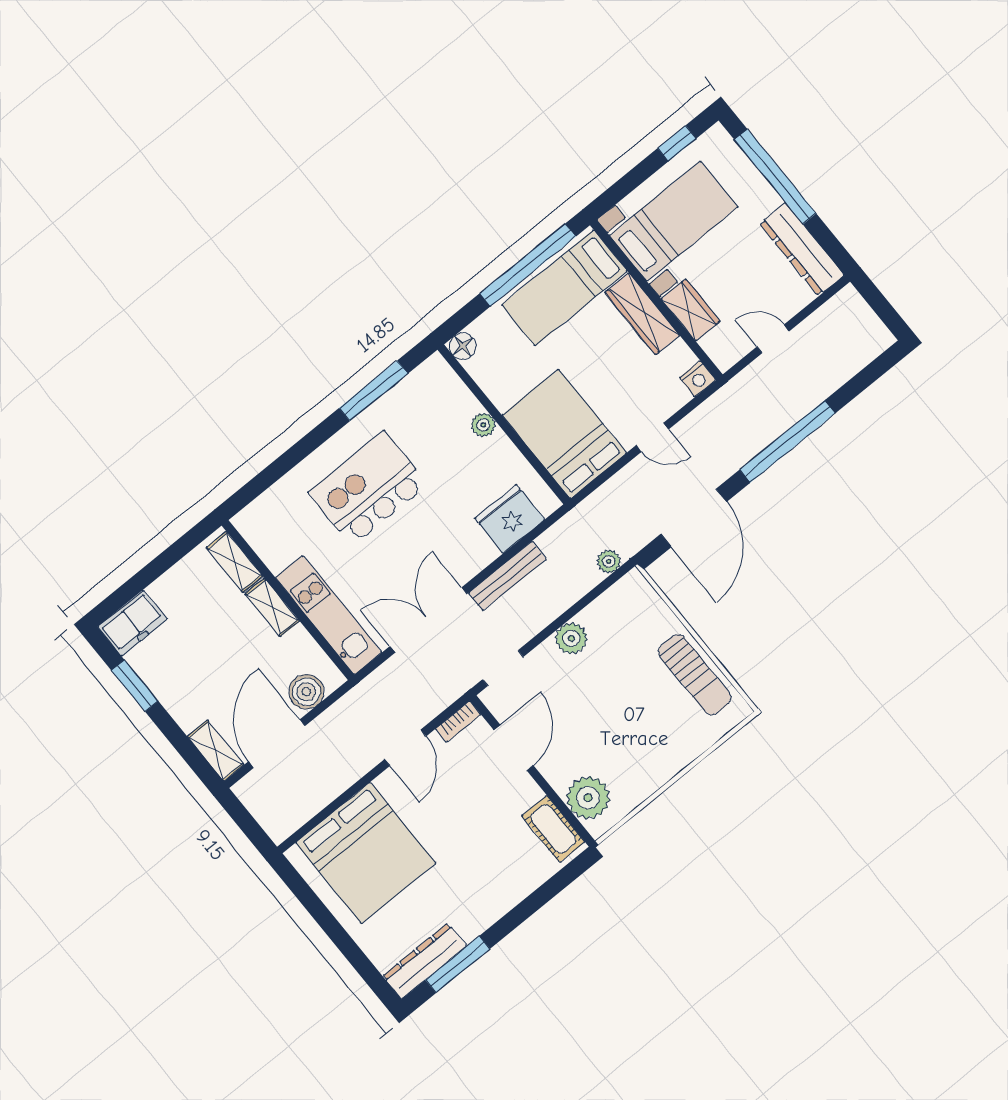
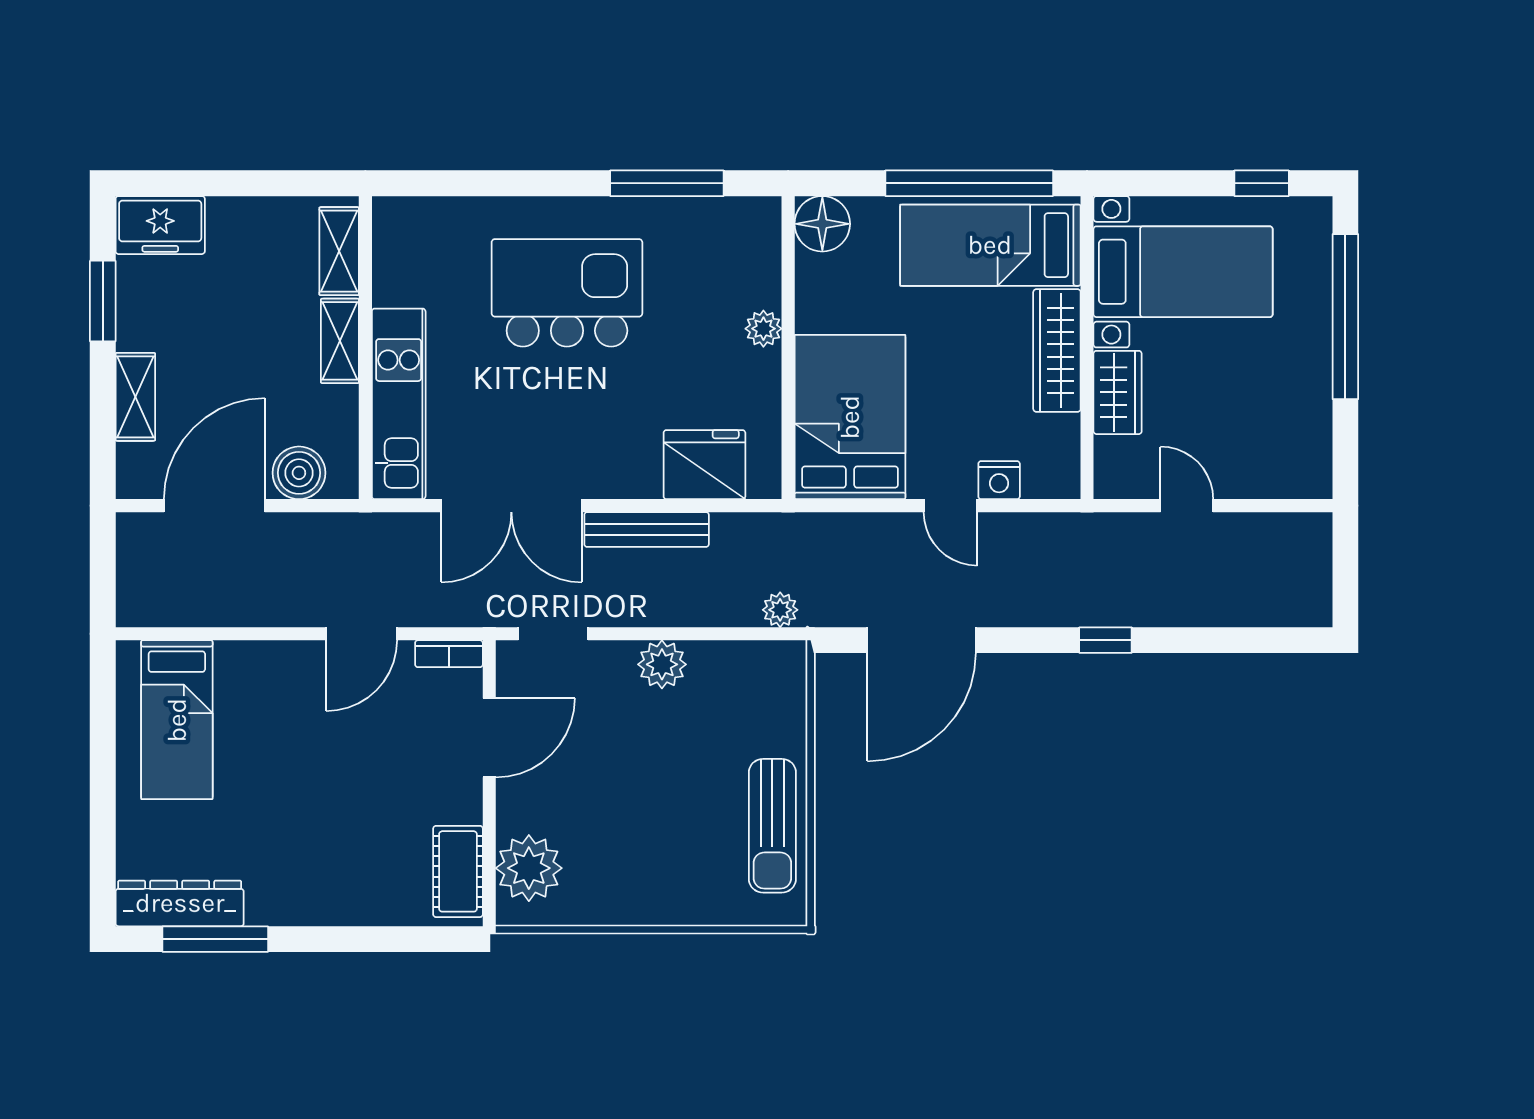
dresser: (802, 249) -> (1307, 428), removed
floor lamp: (463, 346) -> (822, 224), width x1.38, depth x1.38
nightstand: (698, 379) -> (999, 480), moved
window: (787, 441) -> (1105, 640), width x0.32
double door: (428, 620) -> (511, 506), swing flipped
shelving: (216, 751) -> (135, 397), moved
bed: (366, 853) -> (177, 720), width x0.49

